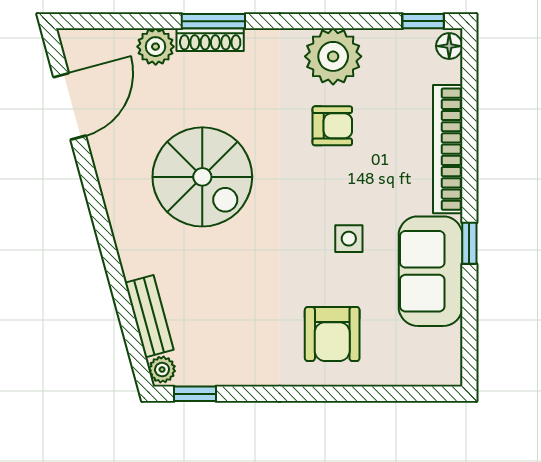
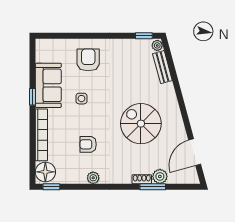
window: (213, 21) -> (153, 187), moved
shoe rack: (210, 40) -> (142, 179), width x0.70
floor lamp: (449, 46) -> (45, 172), width x1.89, depth x1.89
plant: (333, 56) -> (93, 178), width x0.53, depth x0.53

